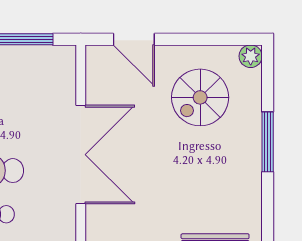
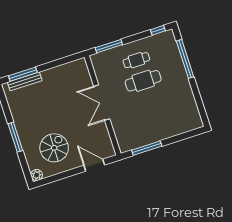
double door: (81, 155) -> (102, 103), width x0.73

